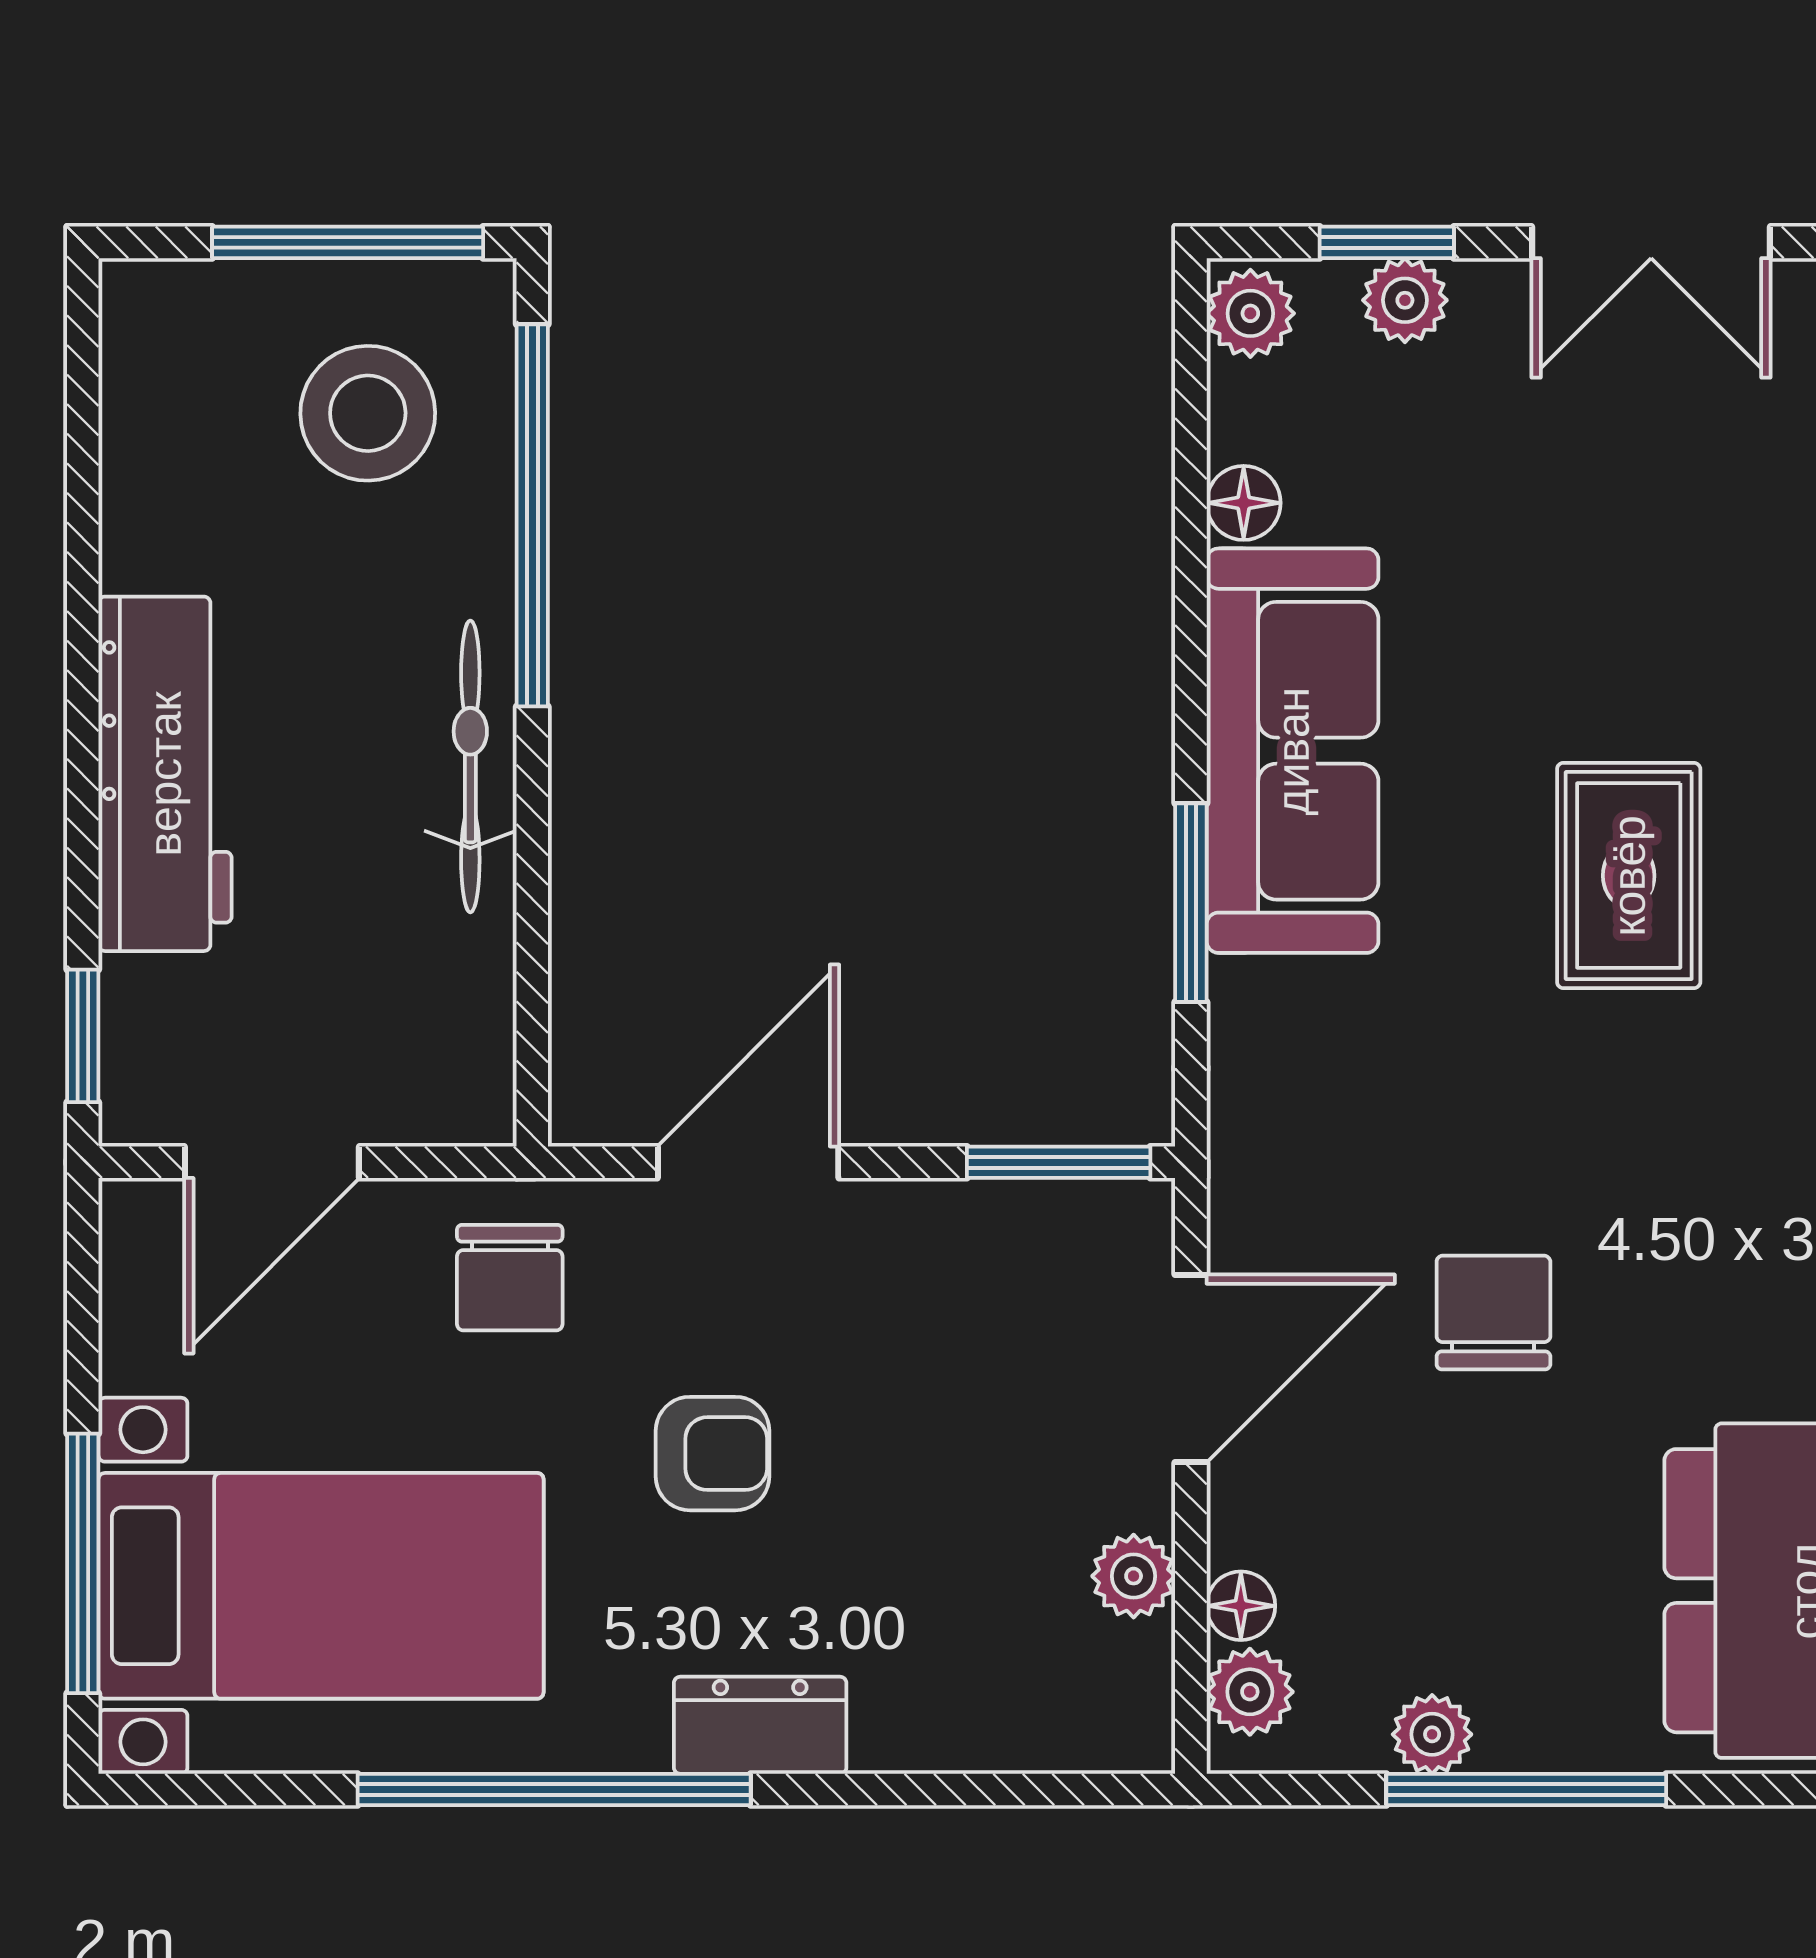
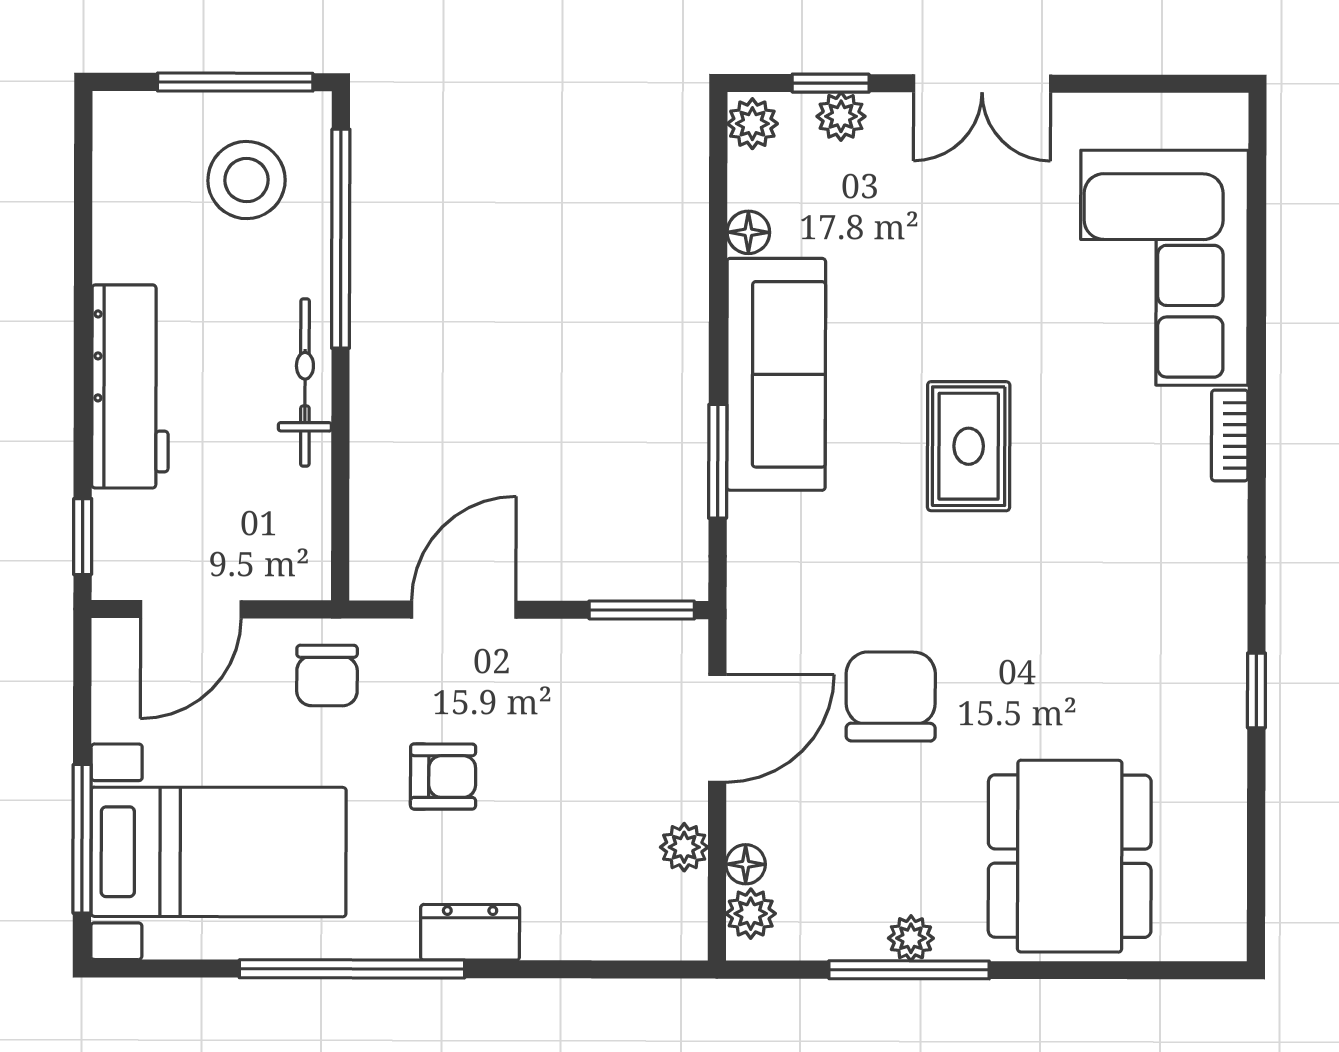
chair: (1493, 1313) -> (891, 697), width x1.37, depth x1.37
plant: (1432, 1734) -> (911, 938), moved

